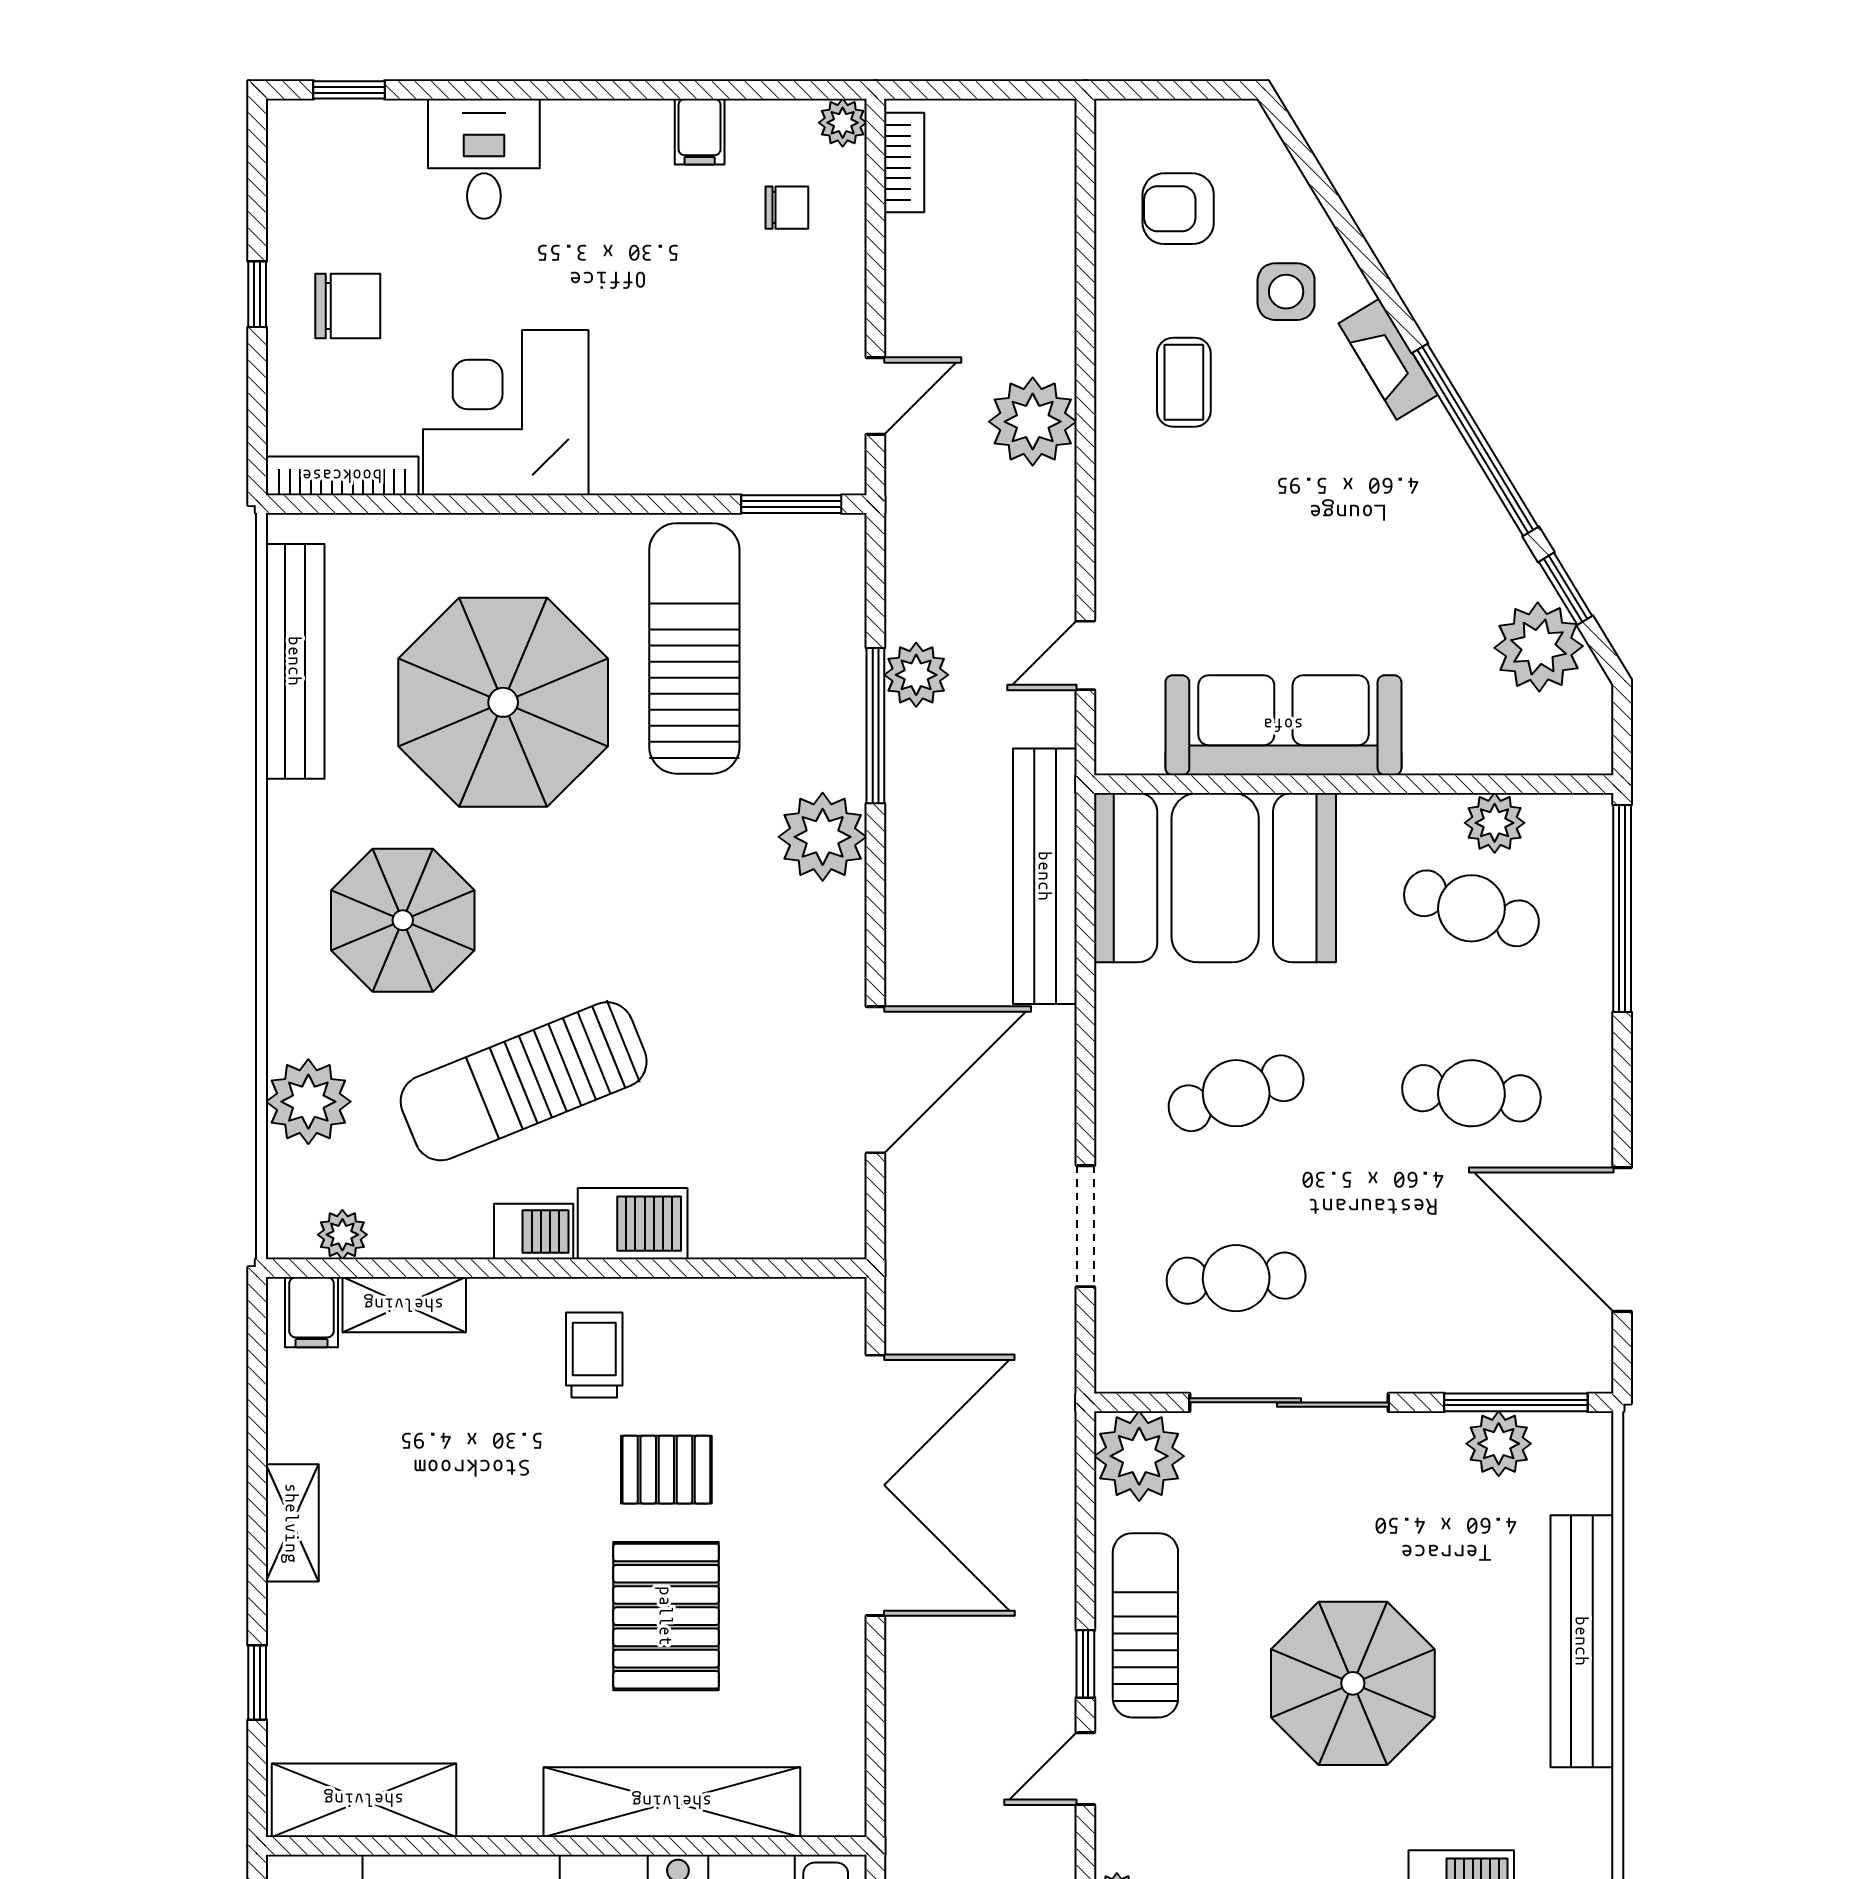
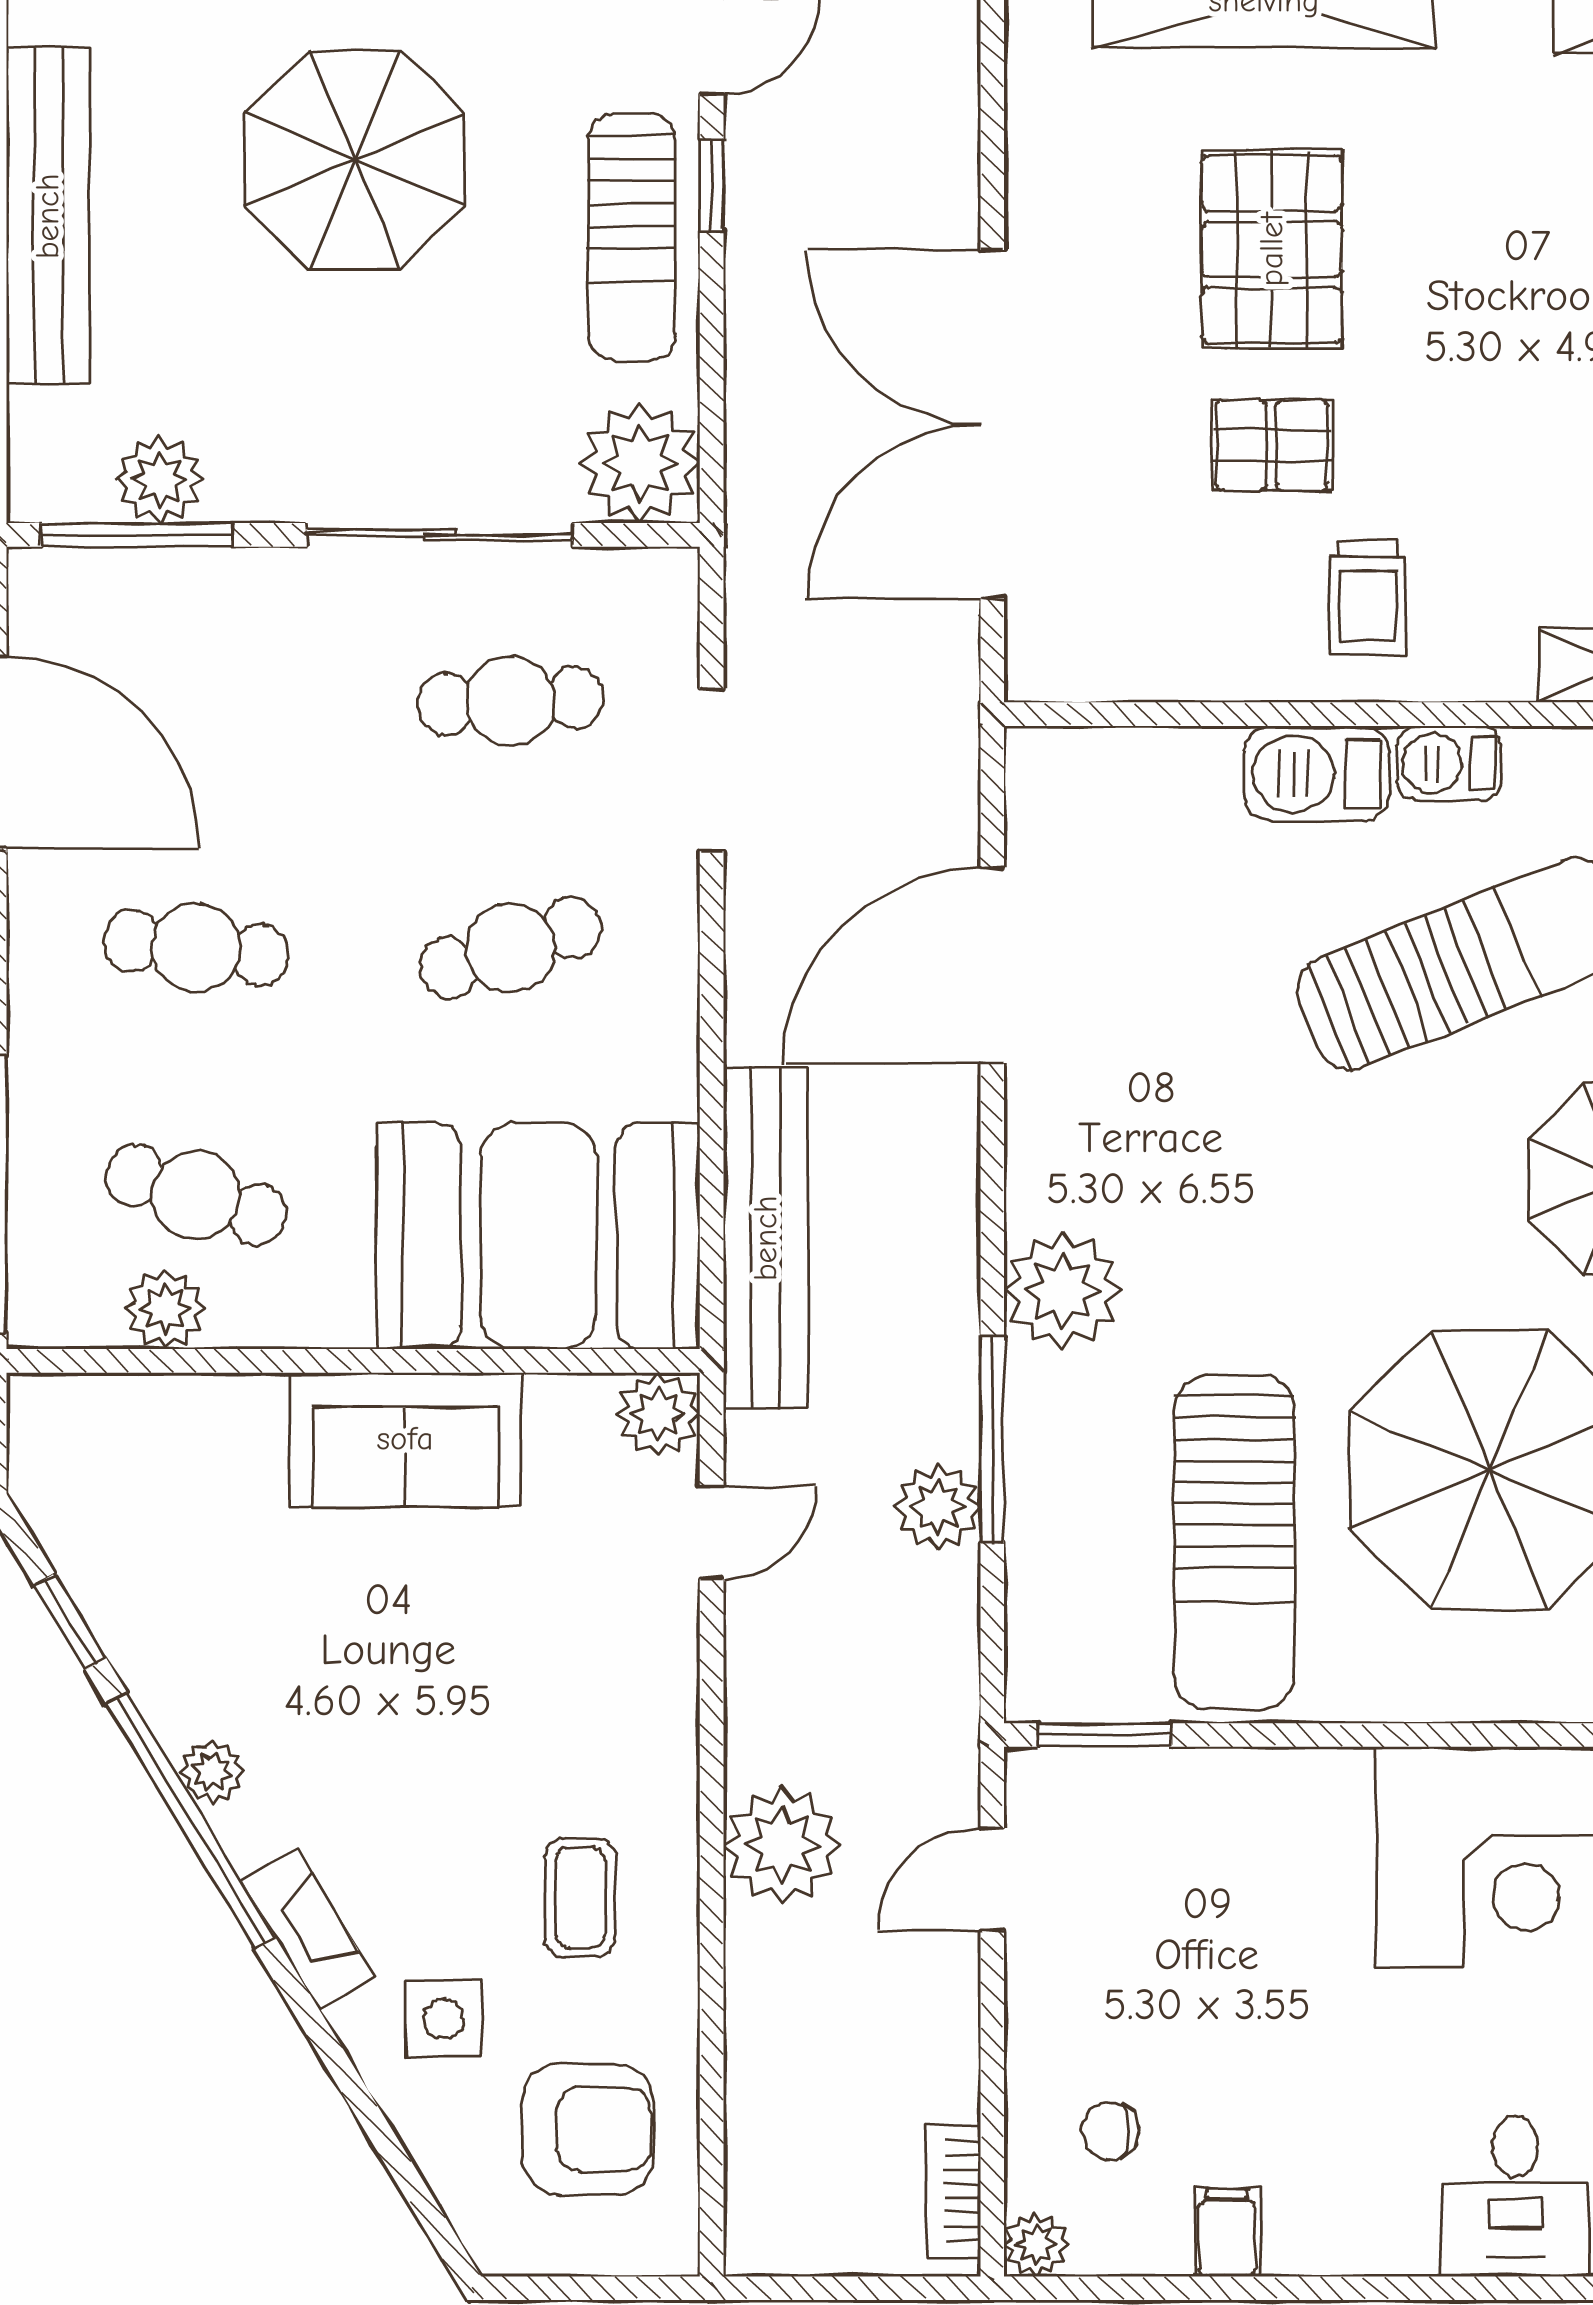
armchair: (1178, 209) -> (588, 2129), width x1.38, depth x1.38
plant: (1539, 647) -> (212, 1772), moved, width x0.53, depth x0.53
sofa: (1283, 725) -> (405, 1439), width x0.73
plant: (1125, 744) -> (658, 1414), added

